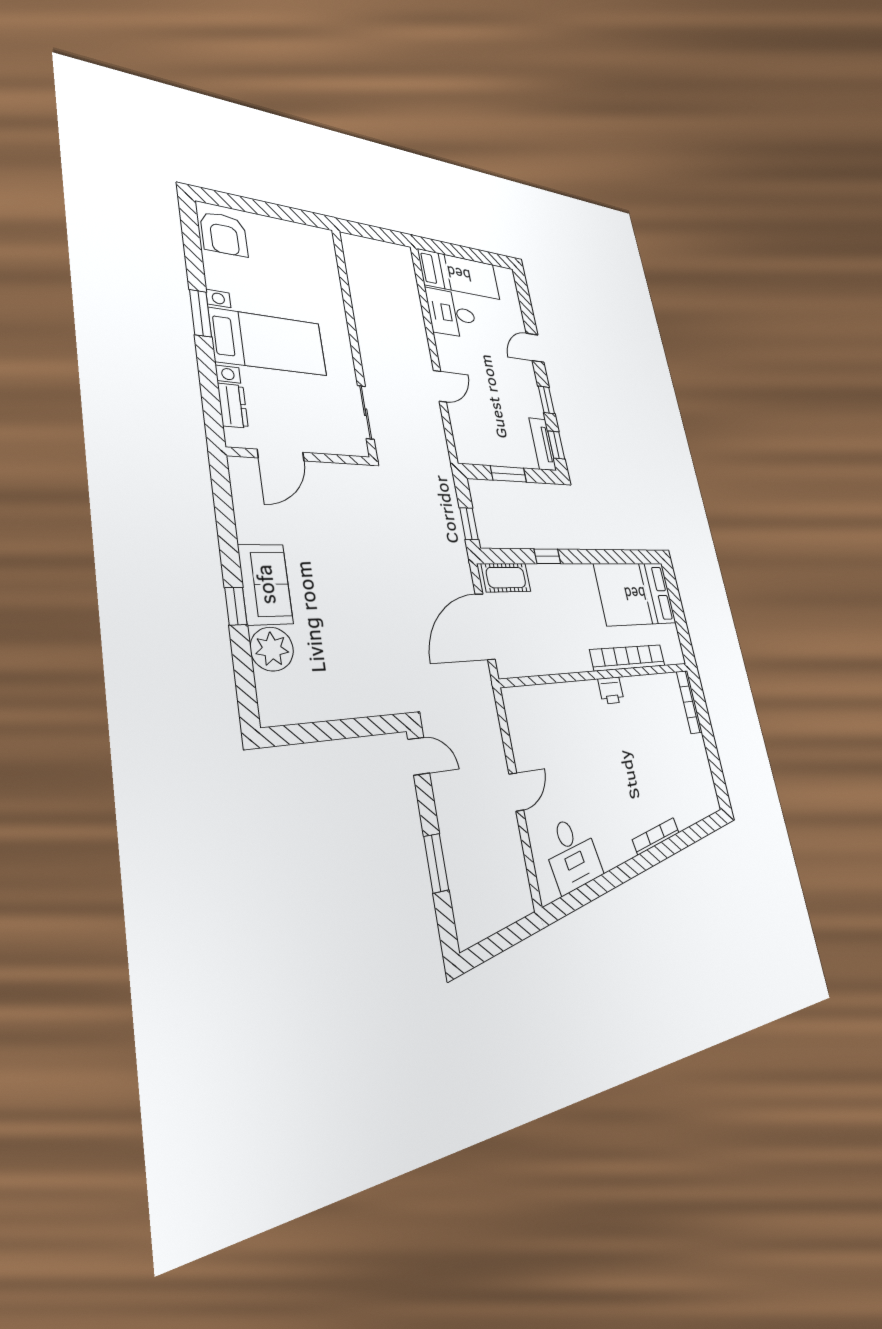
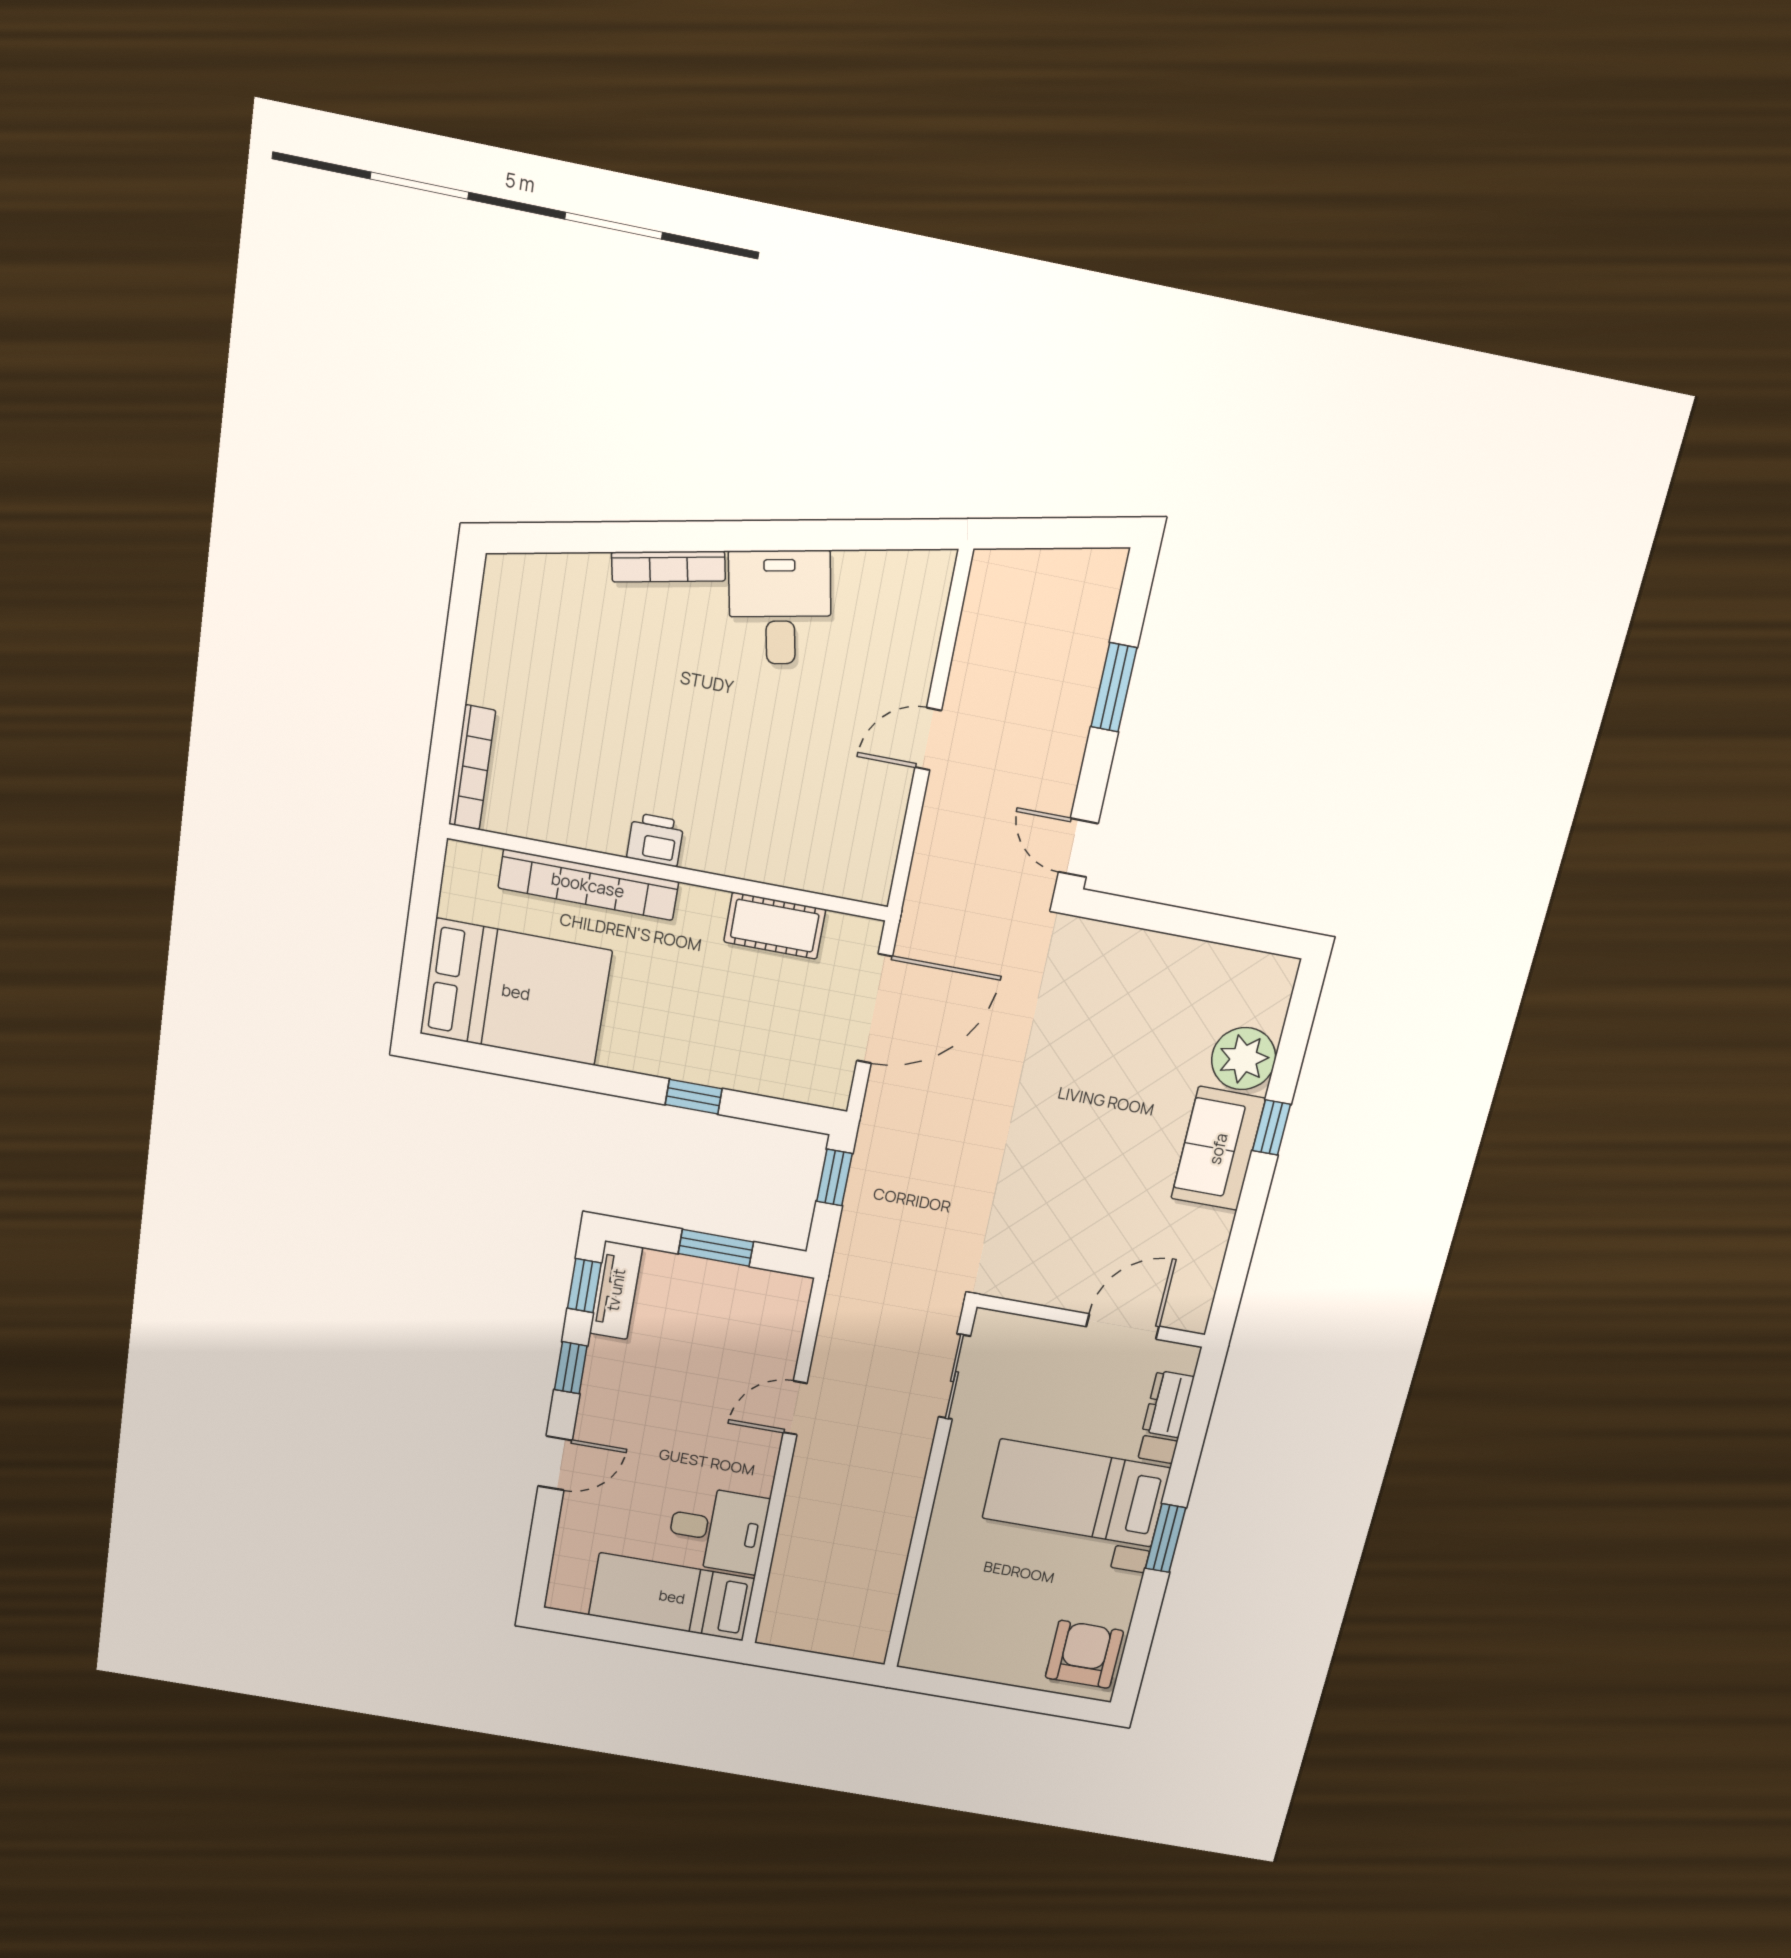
cot: (506, 578) -> (775, 926), moved
desk: (572, 854) -> (780, 607), moved

